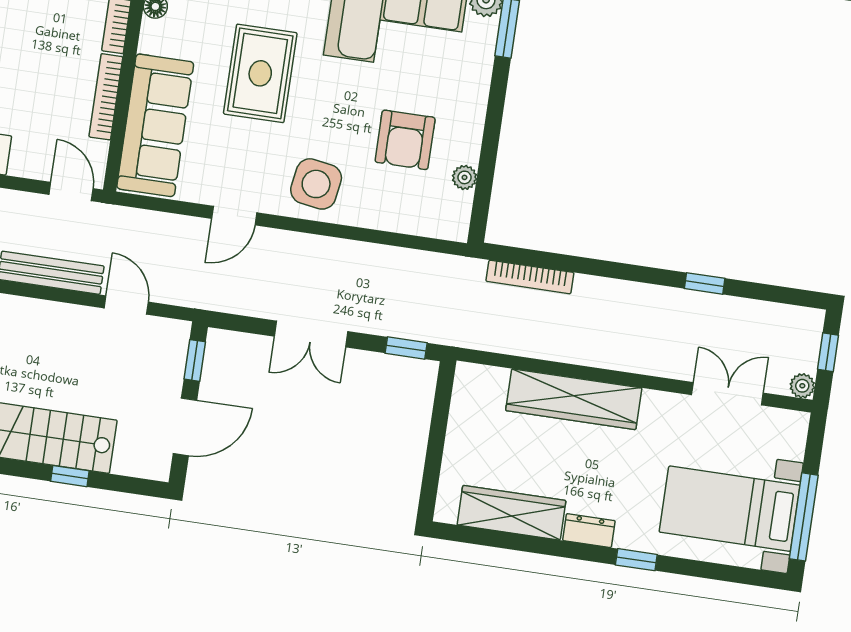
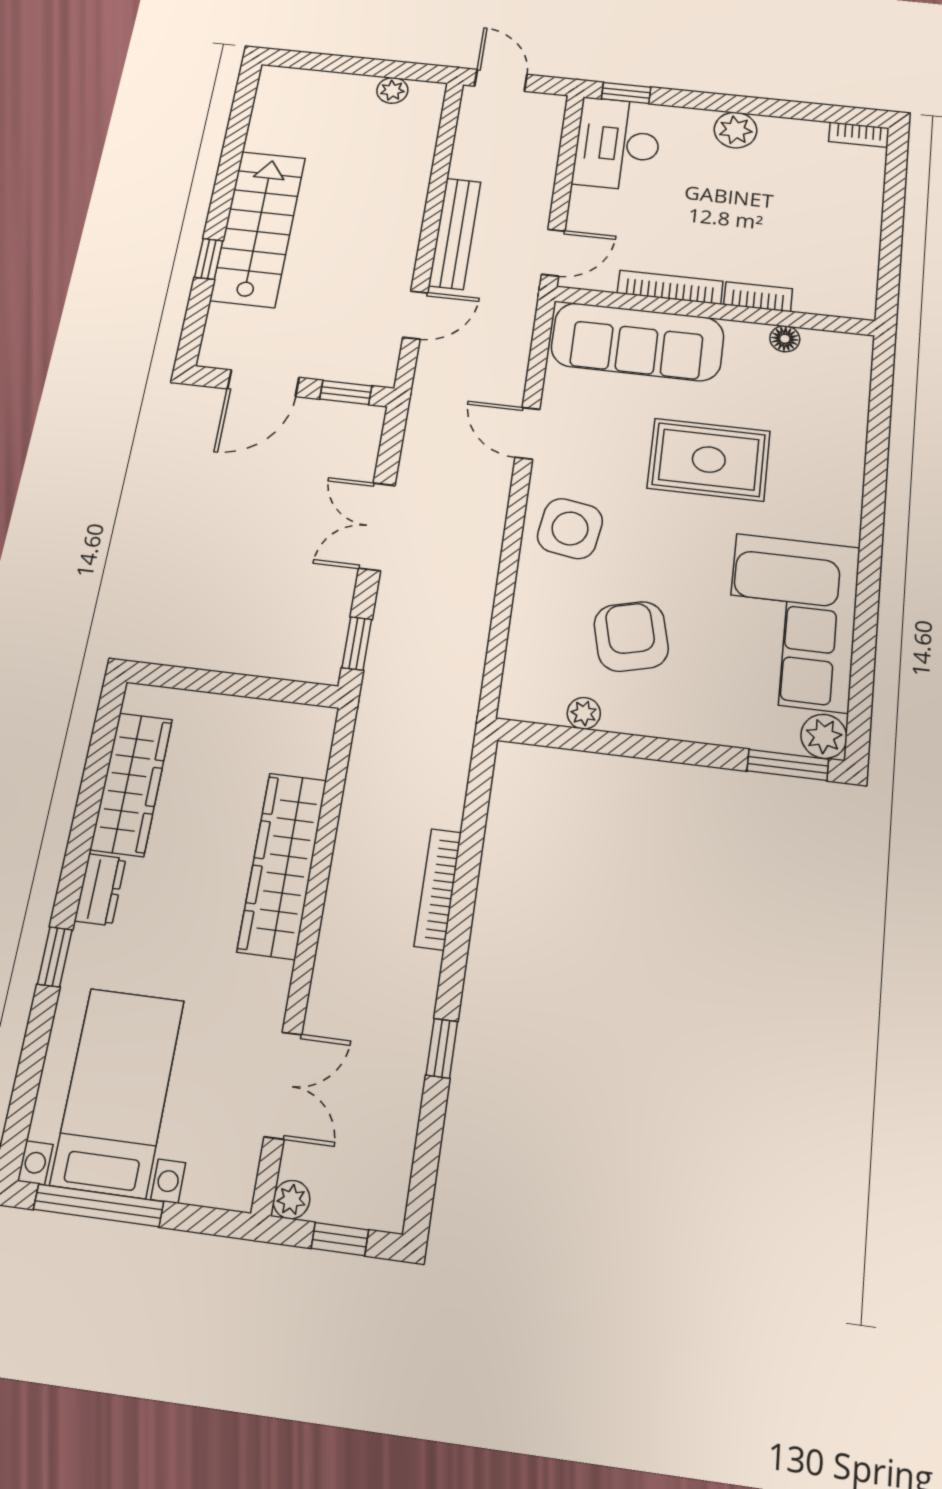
armchair: (405, 140) -> (631, 636), turned 76
bookcase: (530, 277) -> (438, 889), moved
door: (185, 427) -> (263, 383), hinge flipped

